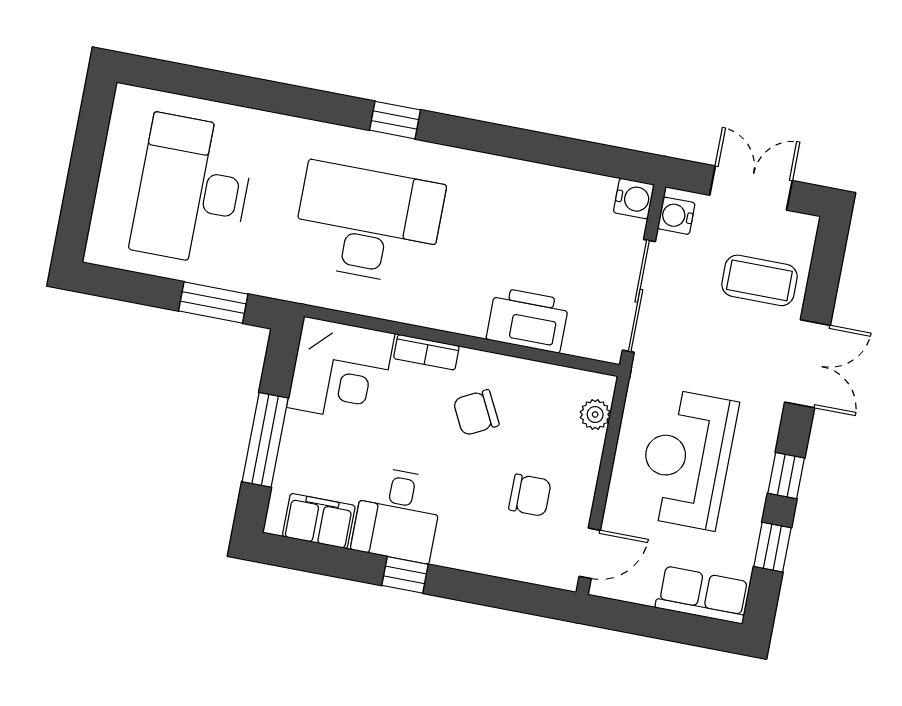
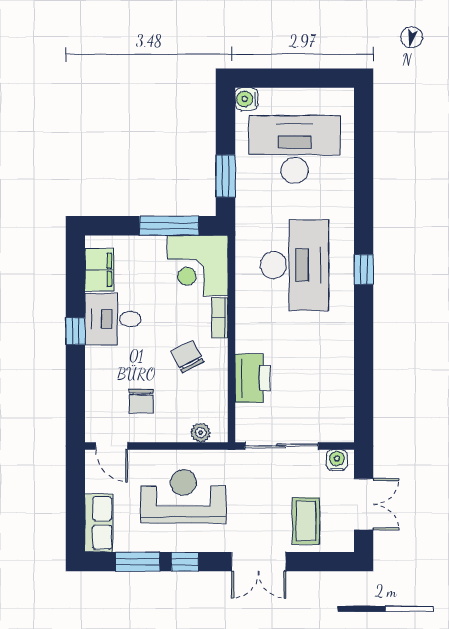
water cooler: (634, 199) -> (246, 99), moved, turned 90
window: (265, 440) -> (169, 226), moved
window: (772, 547) -> (138, 562), width x1.50

